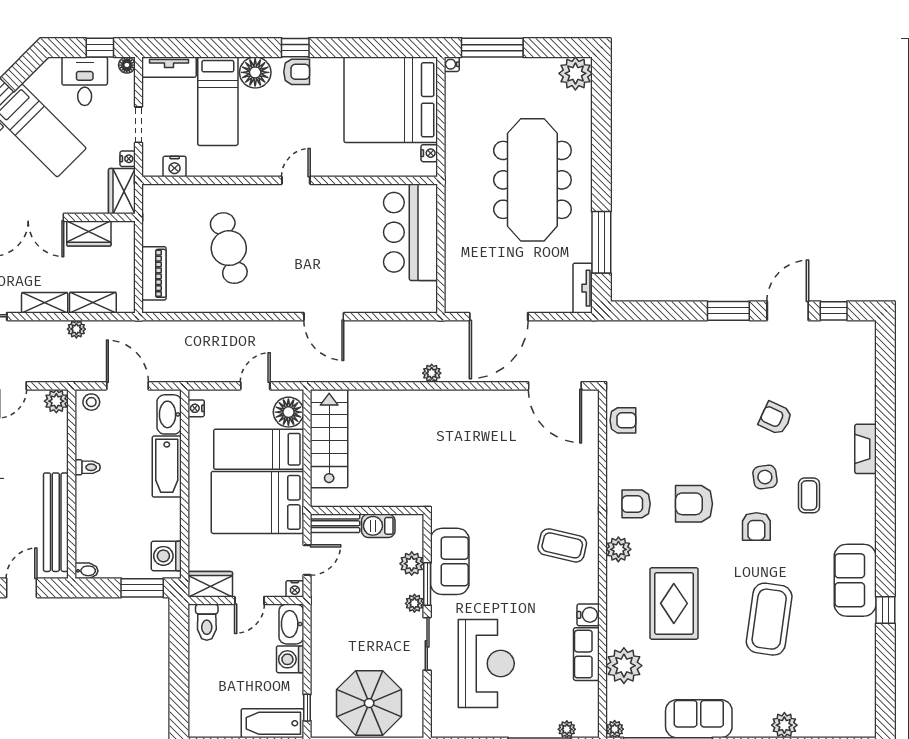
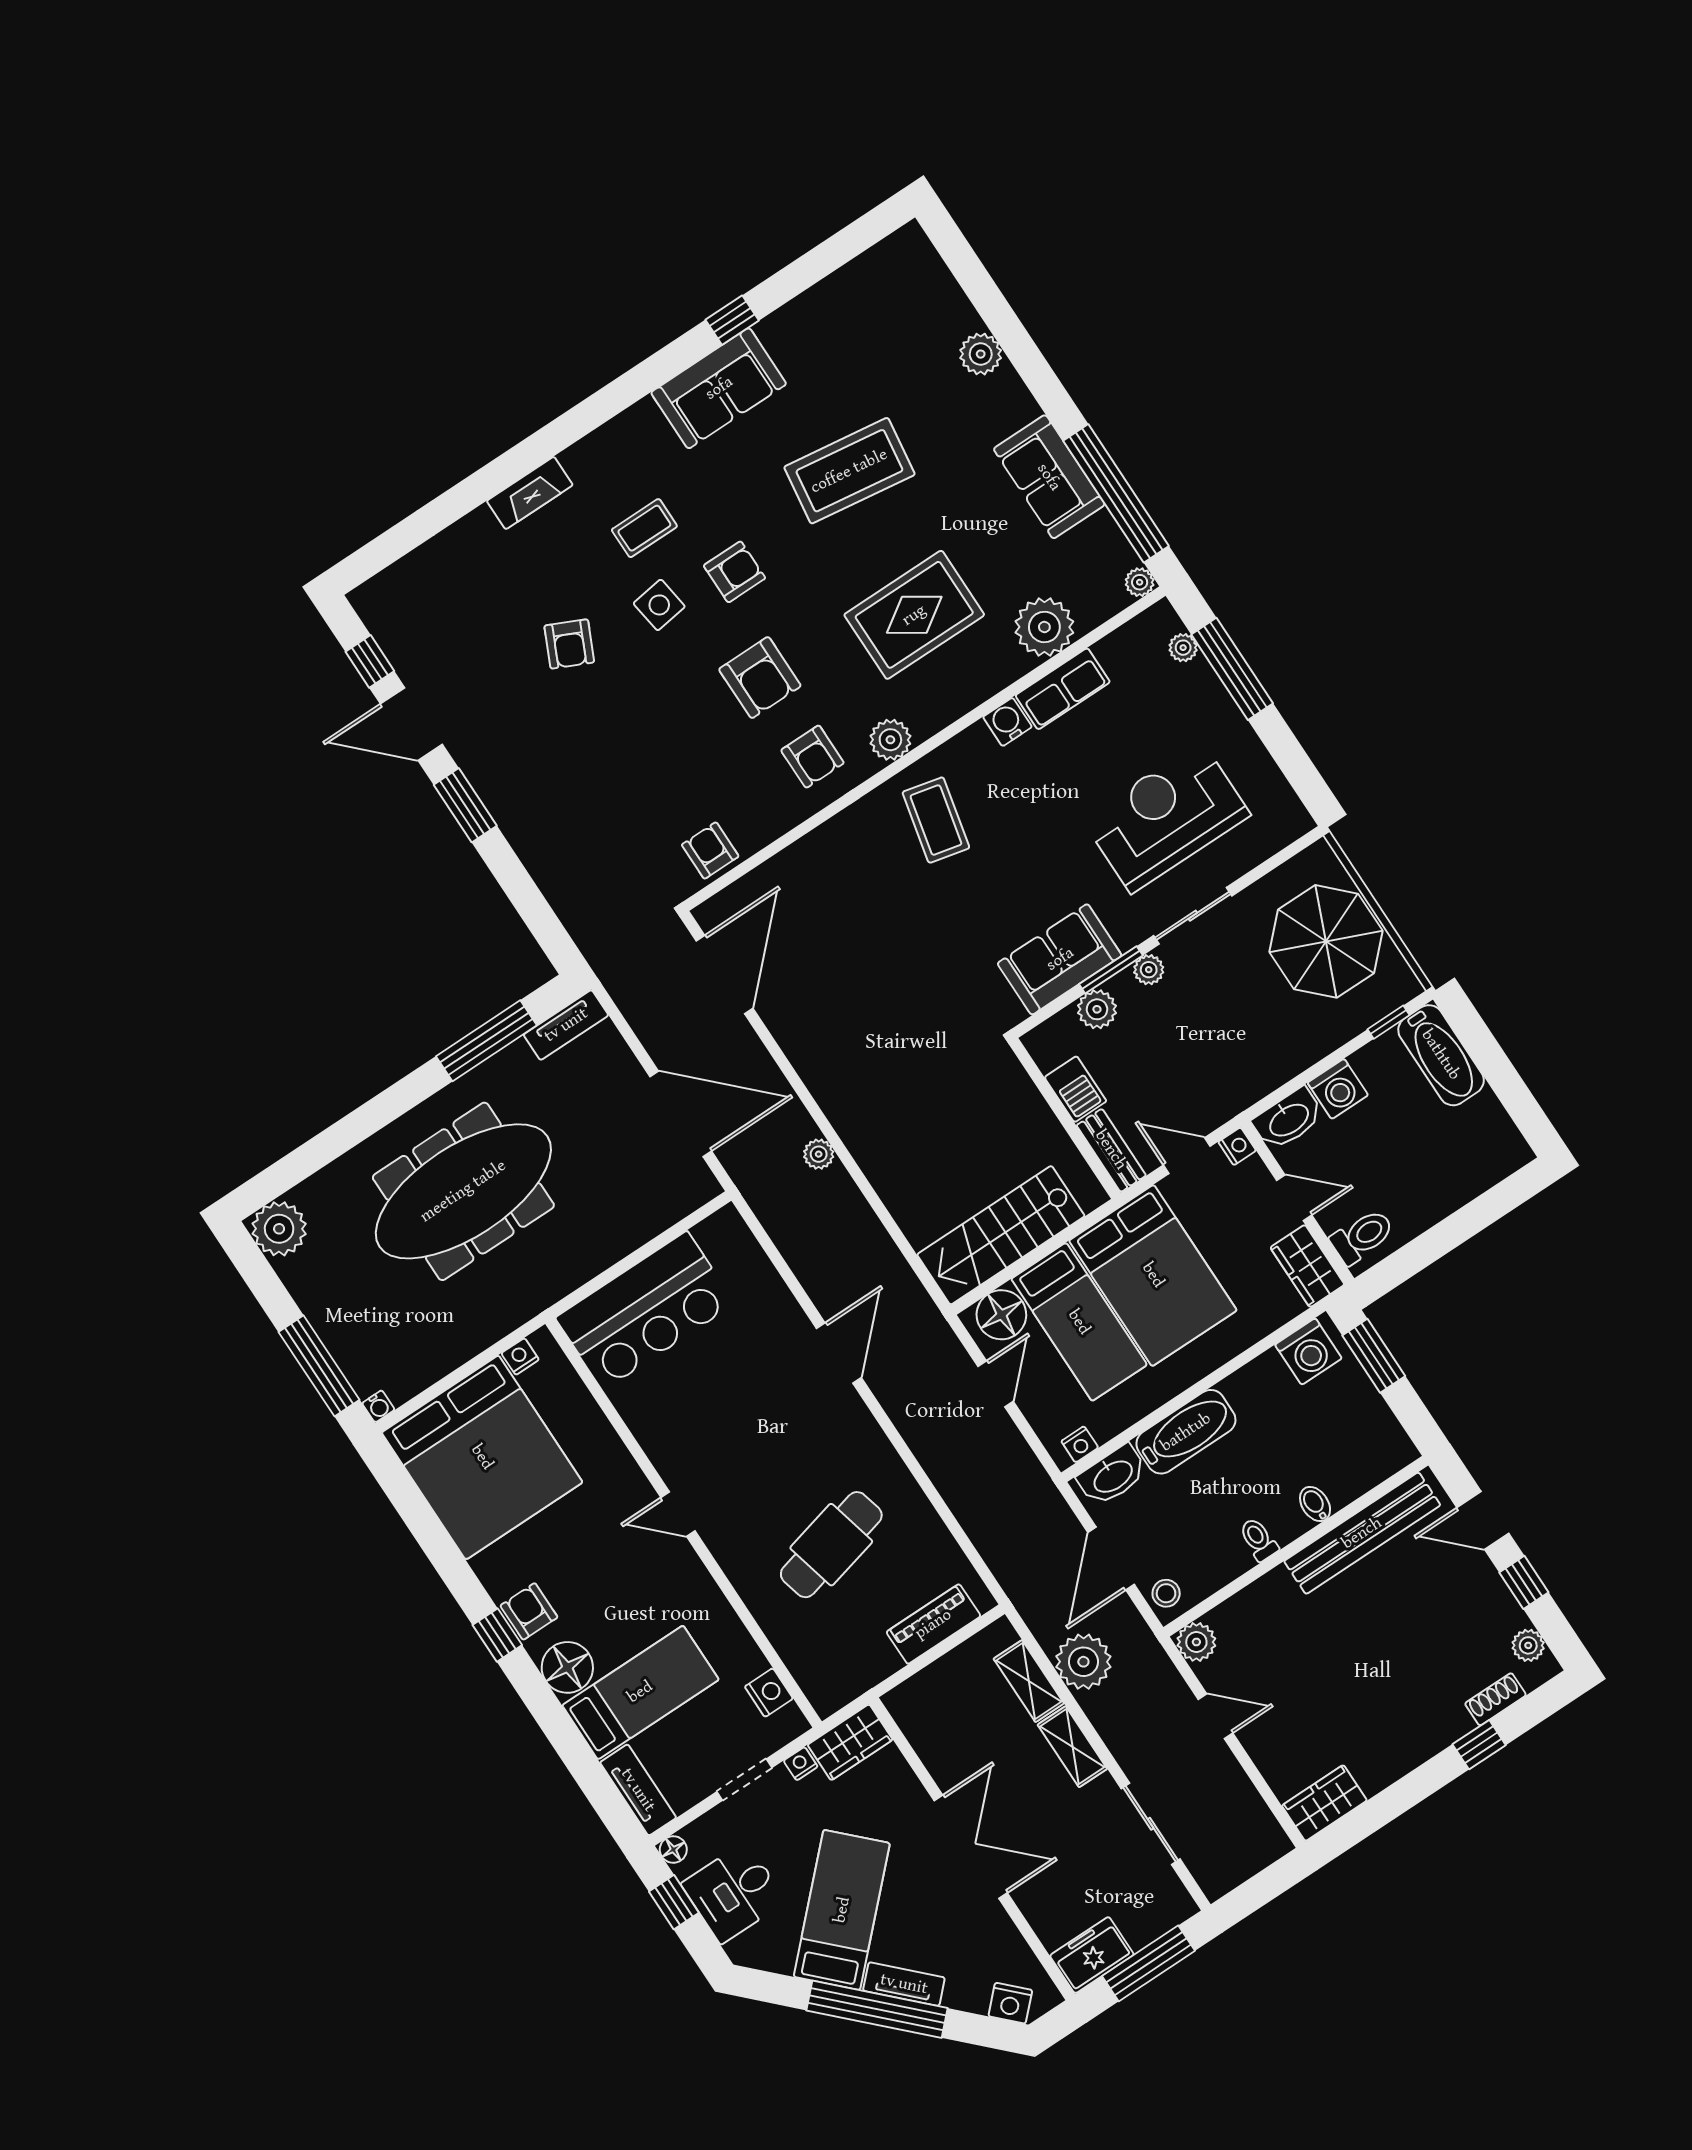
wardrobe: (89, 233) -> (938, 1749), removed
plant: (76, 329) -> (1083, 1662), width x1.88, depth x1.88
door: (255, 386) -> (996, 1384), swing flipped
bidet: (87, 571) -> (1315, 1504), moved

